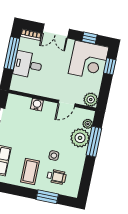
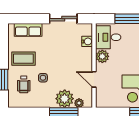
desk: (28, 65) -> (108, 37), moved, turned -90
plant: (91, 100) -> (102, 56), moved
water cooler: (37, 105) -> (87, 41), moved

